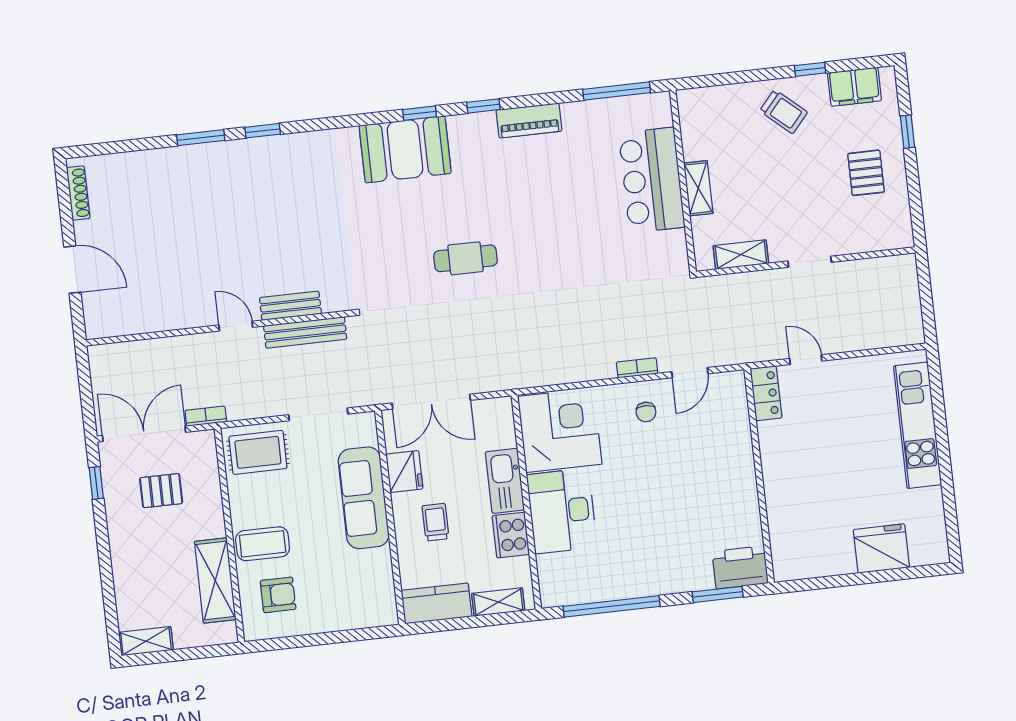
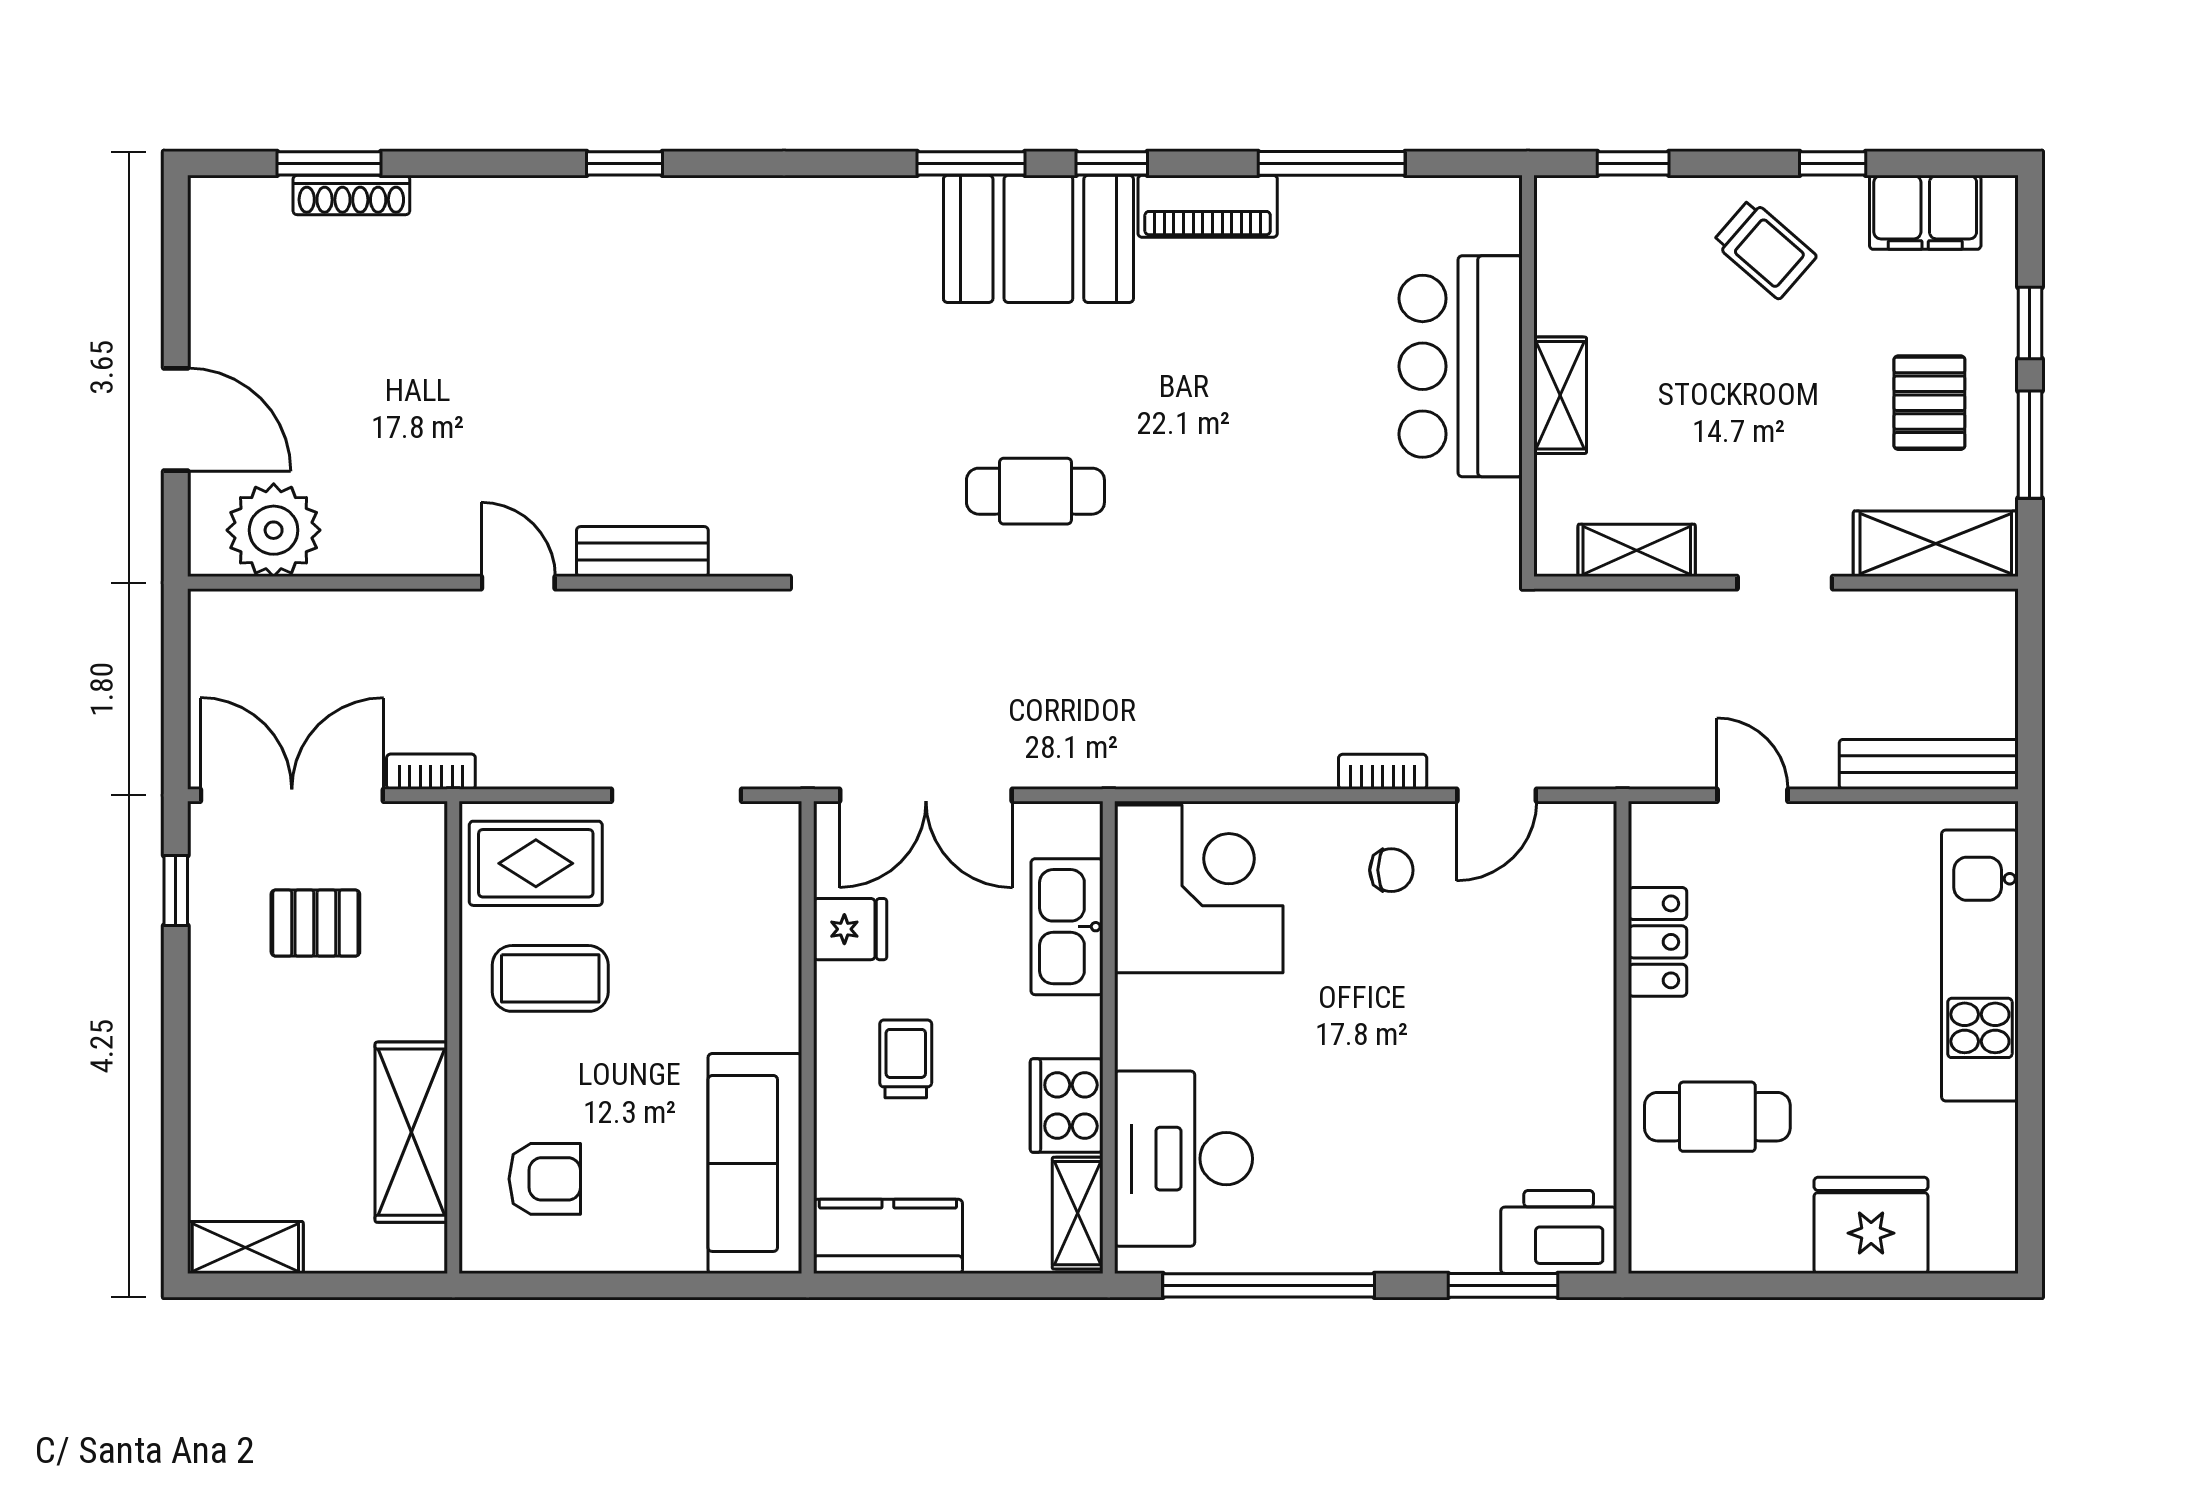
window: (720, 79) -> (1633, 163), added
window: (617, 91) -> (1332, 163), moved
window: (420, 113) -> (971, 163), width x1.50
window: (201, 138) -> (329, 163), moved
booth: (405, 149) -> (1038, 239), moved
window: (914, 187) -> (2030, 445), added
shoe rack: (78, 193) -> (351, 195), moved, turned 90
shelving: (876, 236) -> (1936, 544), added
plant: (122, 315) -> (274, 530), added
bench: (305, 332) -> (1929, 764), moved
locker: (766, 393) -> (1658, 942), moved
chair: (646, 412) -> (1391, 870), turned -90
fridge: (404, 472) -> (850, 929), width x0.72
kitchen sink: (505, 481) -> (1067, 927), moved
sofa: (364, 498) -> (755, 1163), moved
cafe table: (806, 507) -> (1717, 1117), added
desk: (562, 511) -> (1184, 1159), moved
coffee table: (263, 544) -> (550, 978), moved
shelving: (498, 602) -> (1078, 1213), moved, turned 90

